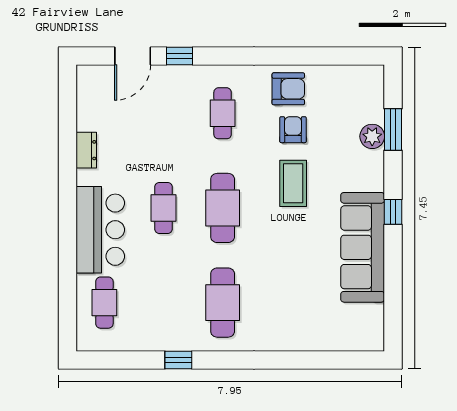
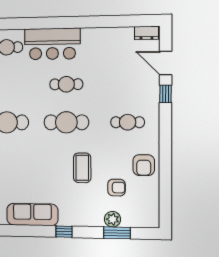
armchair: (293, 130) -> (116, 188), moved
dresser: (86, 150) -> (146, 33), moved
coffee table: (293, 183) -> (82, 168), turned 90
sofa: (363, 247) -> (32, 215), width x0.74, depth x0.79

